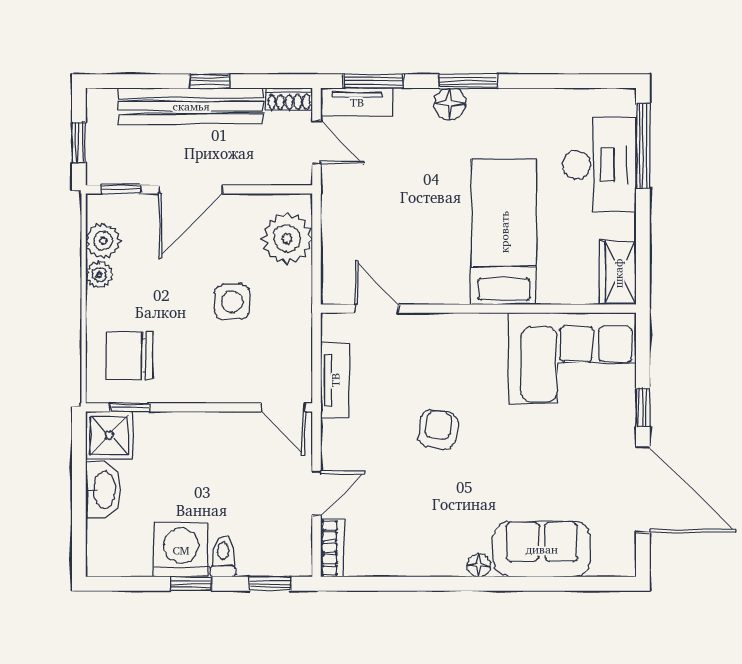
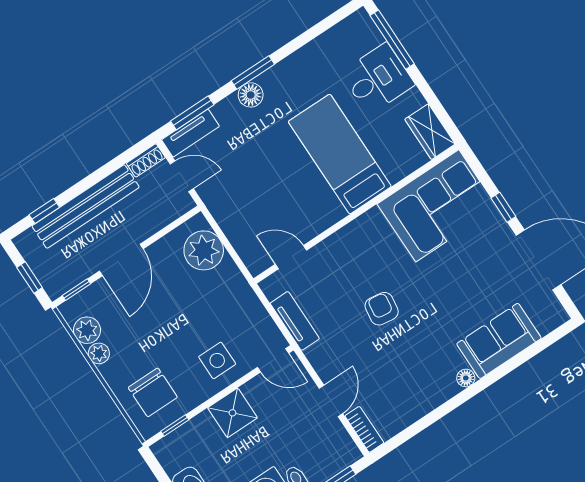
window: (209, 81) -> (44, 211), moved
desk: (599, 165) -> (378, 79), width x0.73
side table: (232, 302) -> (217, 360), moved
chair: (130, 356) -> (153, 392), turned -90
shower: (109, 435) -> (232, 413), moved

